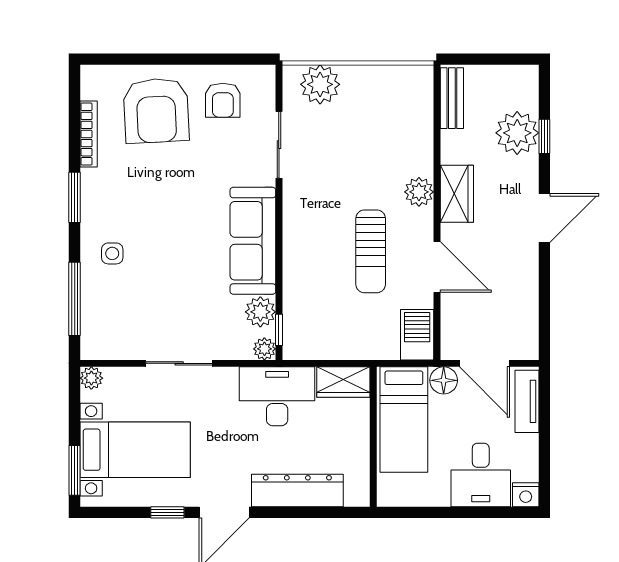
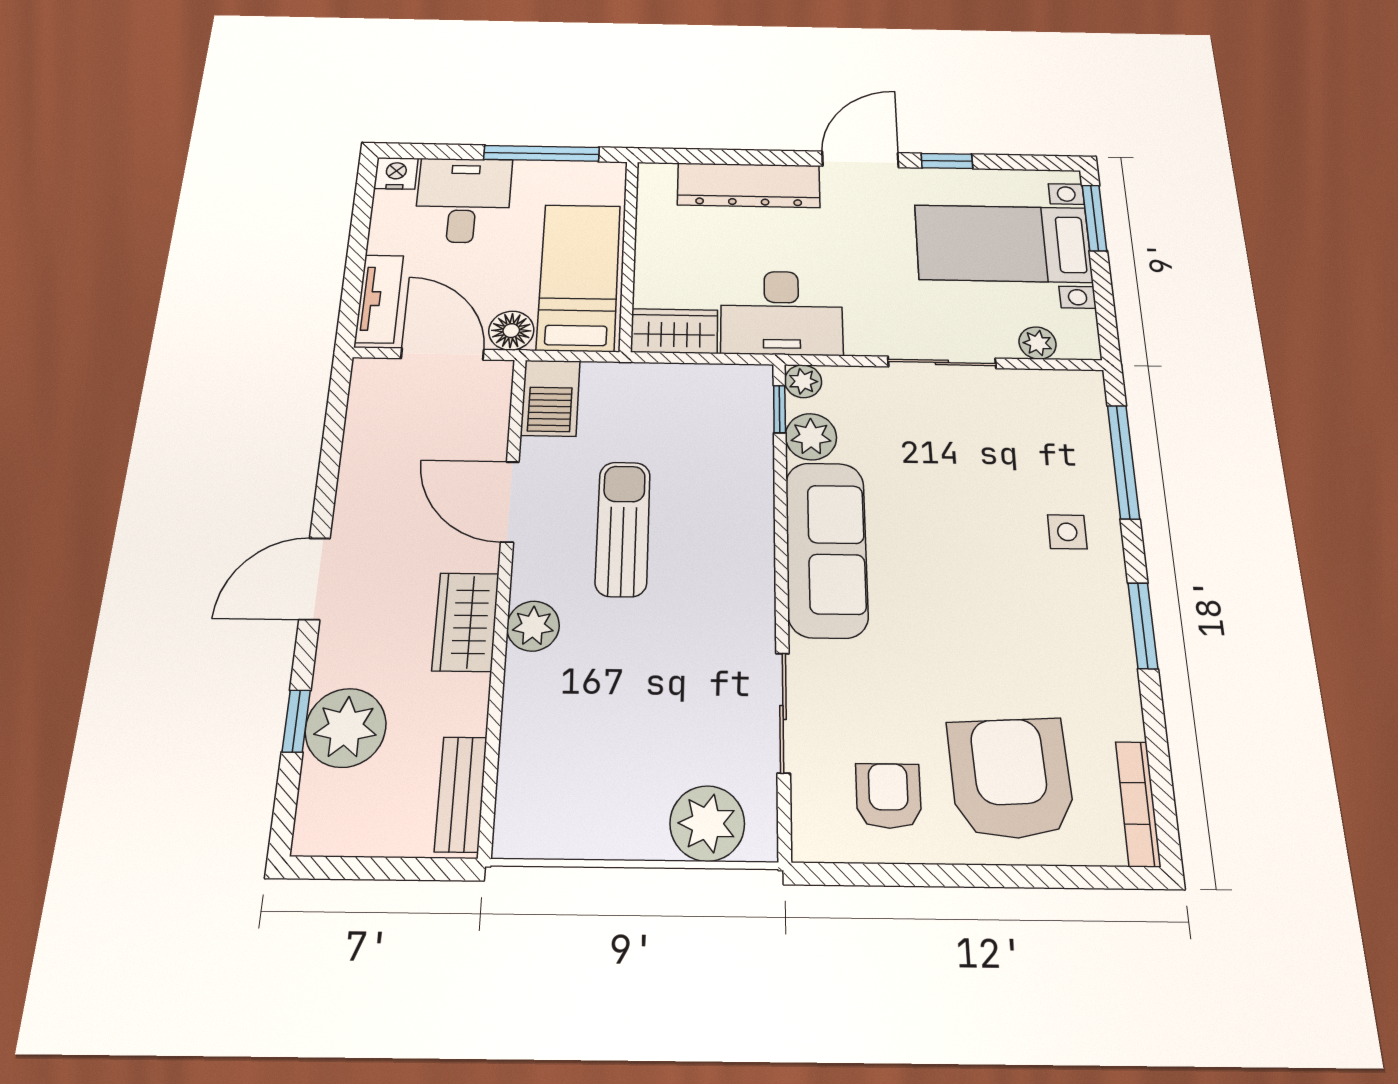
bookcase: (89, 134) -> (1138, 803), moved
plant: (91, 378) -> (1038, 343), moved
window: (433, 512) -> (541, 153), added

